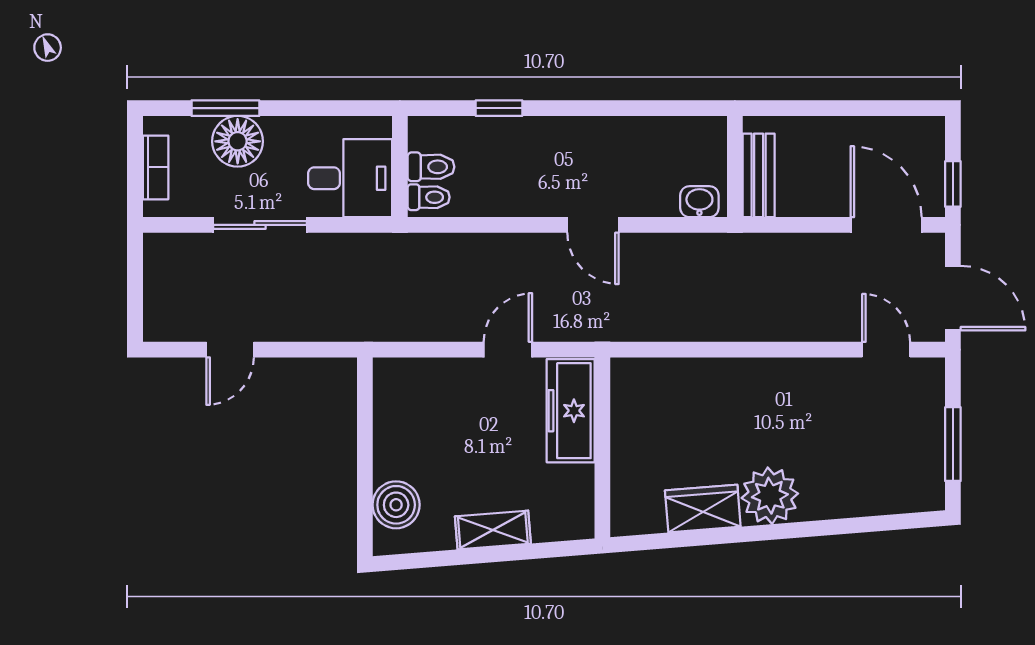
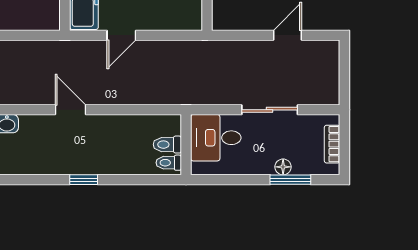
window: (499, 108) -> (84, 180), moved
floor lamp: (238, 141) -> (283, 167), width x0.53, depth x0.53
toilet: (429, 197) -> (169, 163), moved

